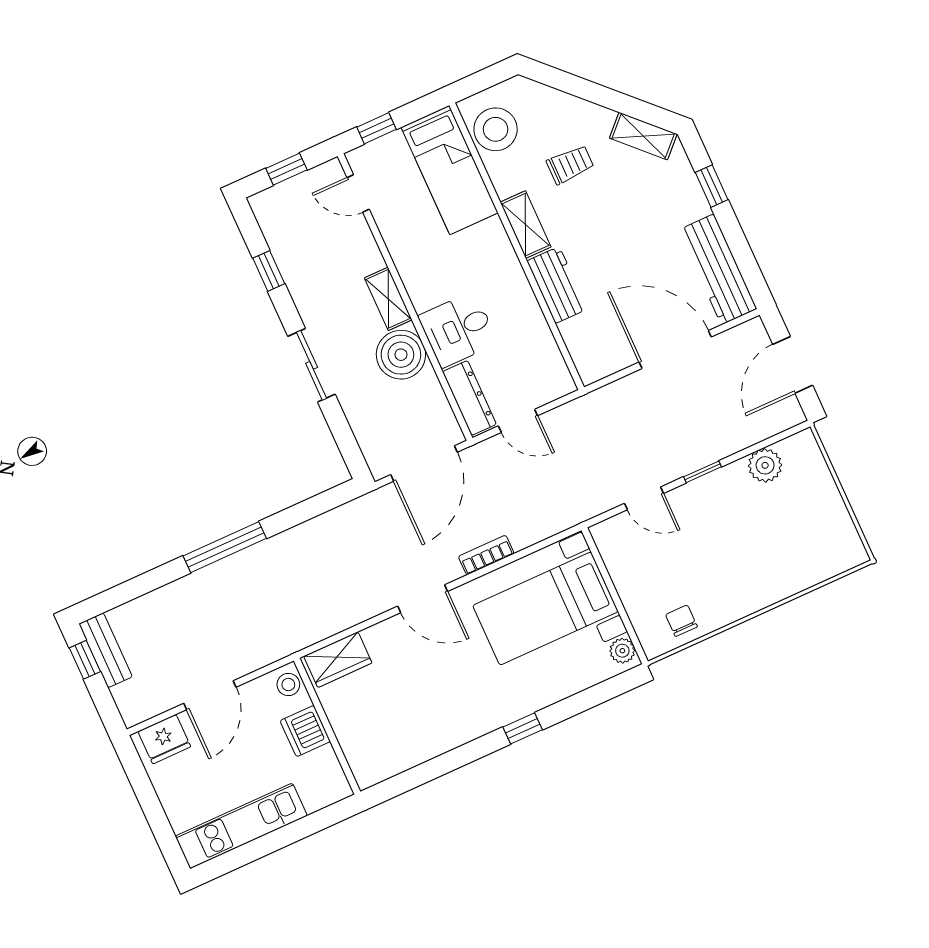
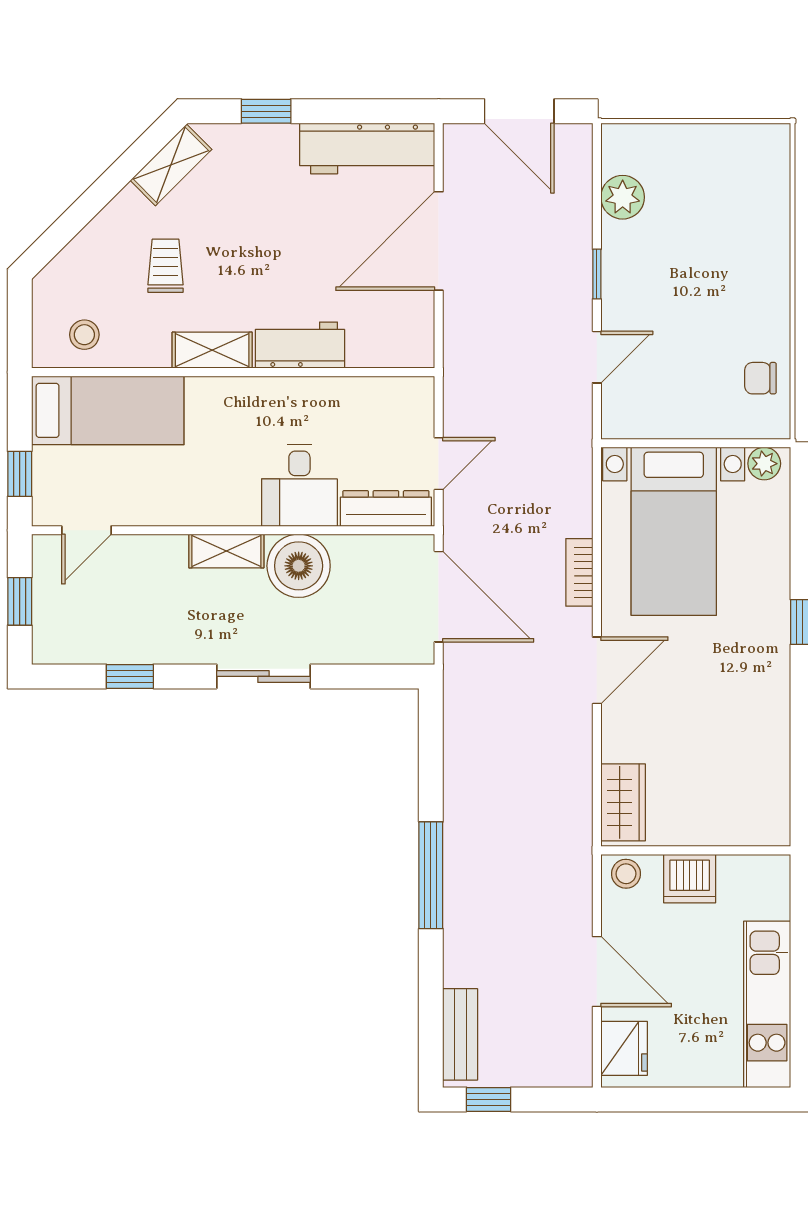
stool: (496, 129) -> (84, 335), width x0.53, depth x0.53
bench: (105, 650) -> (460, 1034), moved, turned 90

